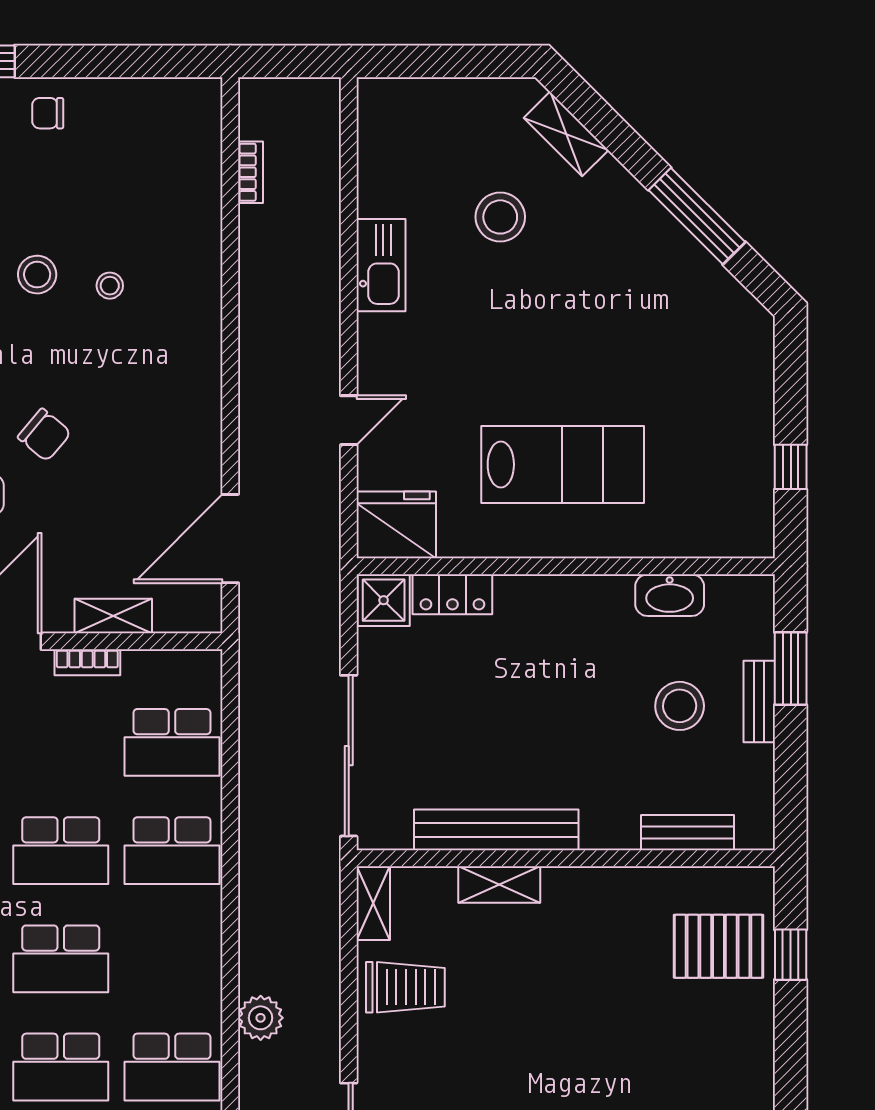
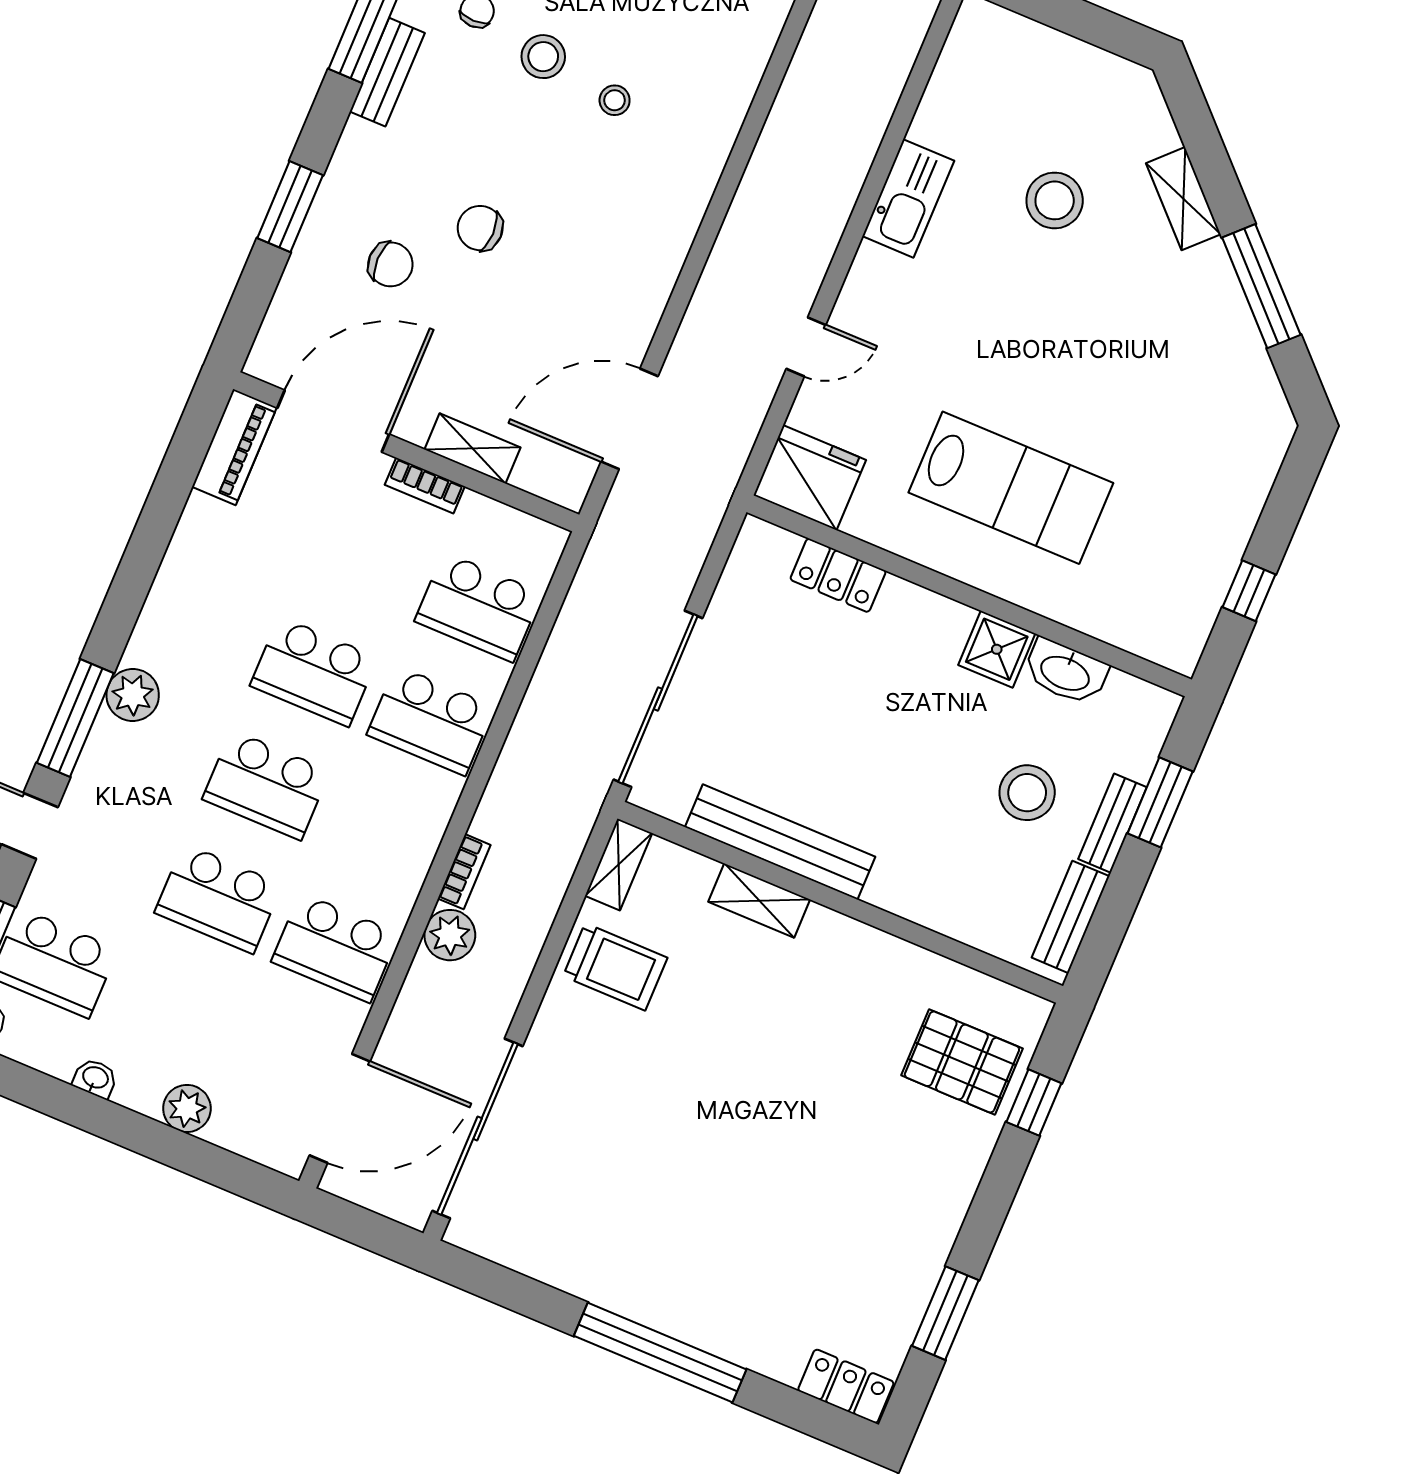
shelving: (566, 134) -> (1183, 199), moved
bookcase: (251, 172) -> (464, 872), moved
chair: (44, 435) -> (480, 228), turned 140
shower: (384, 600) -> (997, 649), moved
bench: (688, 833) -> (1071, 917), moved, turned 90

